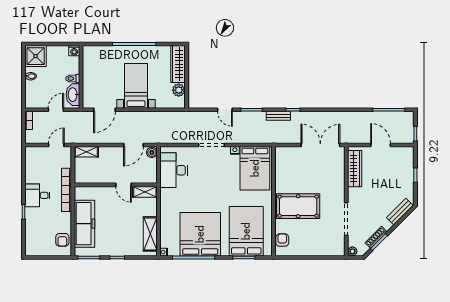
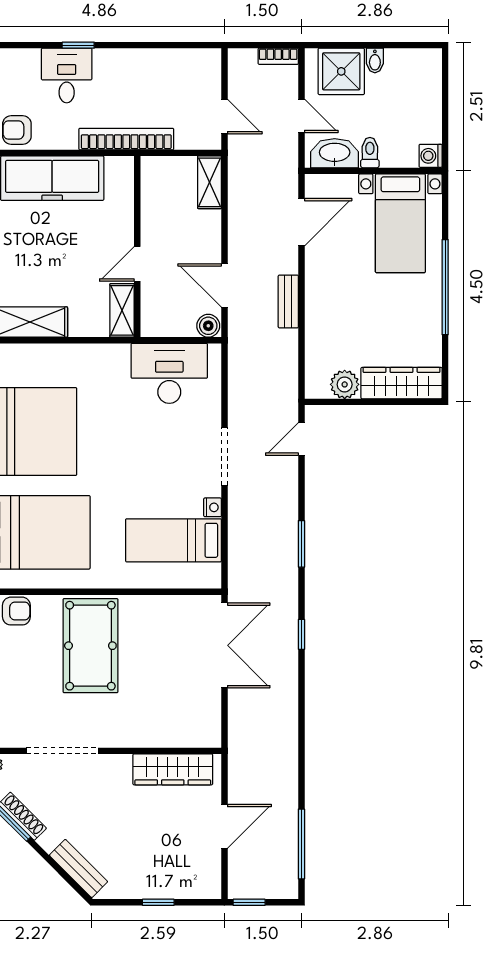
shower: (36, 56) -> (341, 71), moved
bed with nightstands: (136, 86) -> (400, 223), moved, turned 90
door: (104, 110) -> (301, 222), swing flipped
door: (225, 110) -> (301, 439), moved
bench: (278, 116) -> (288, 301), moved
double door: (320, 145) -> (224, 645), moved
bed: (255, 168) -> (173, 540), width x0.67
desk: (37, 195) -> (67, 75), moved

